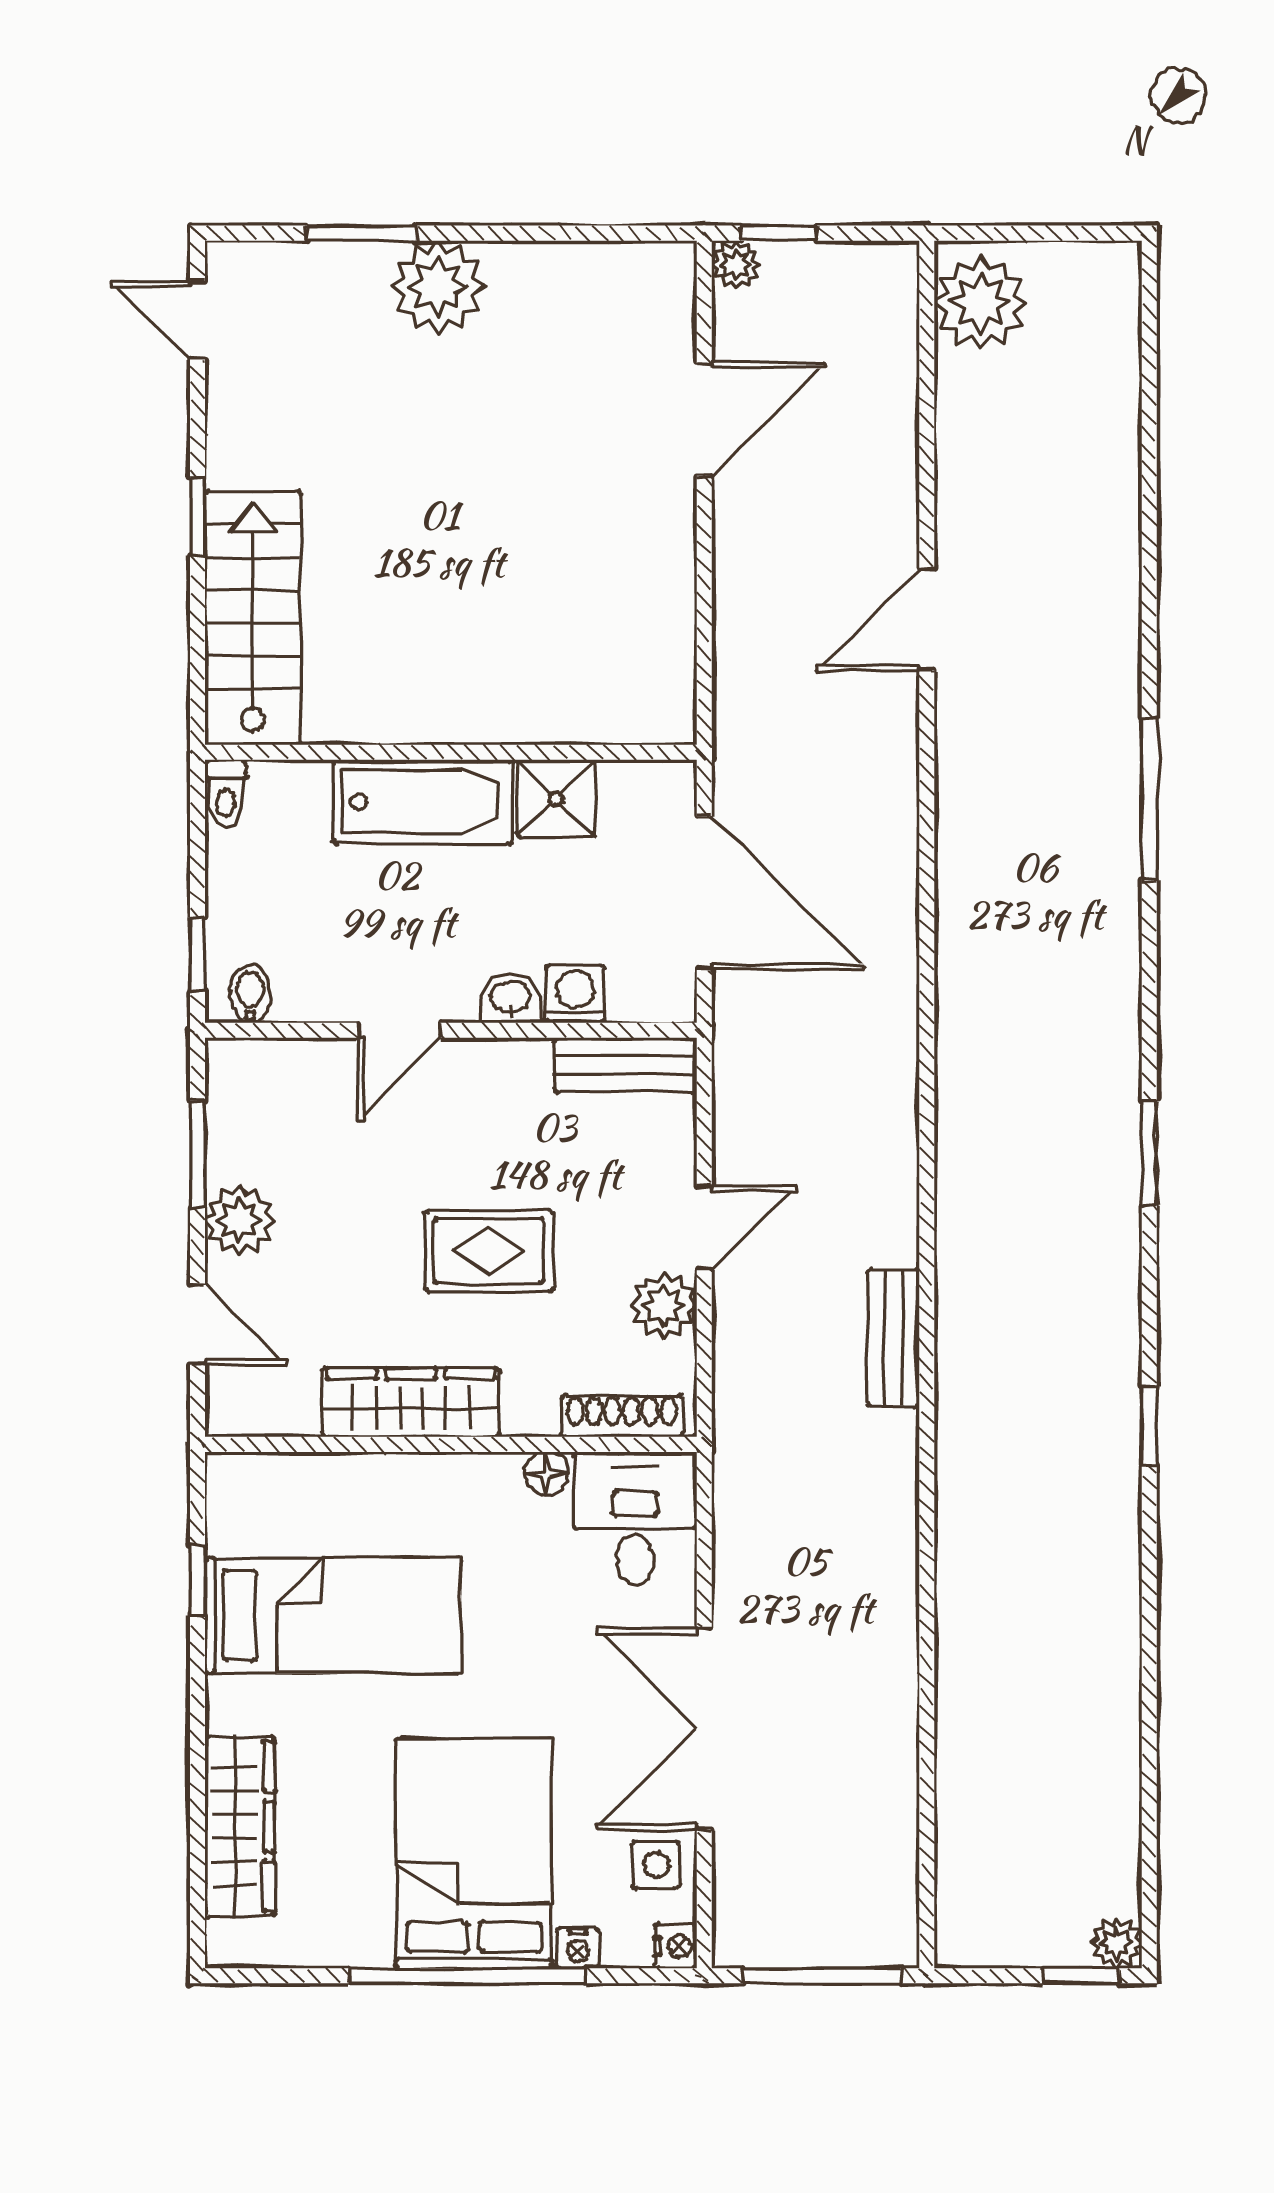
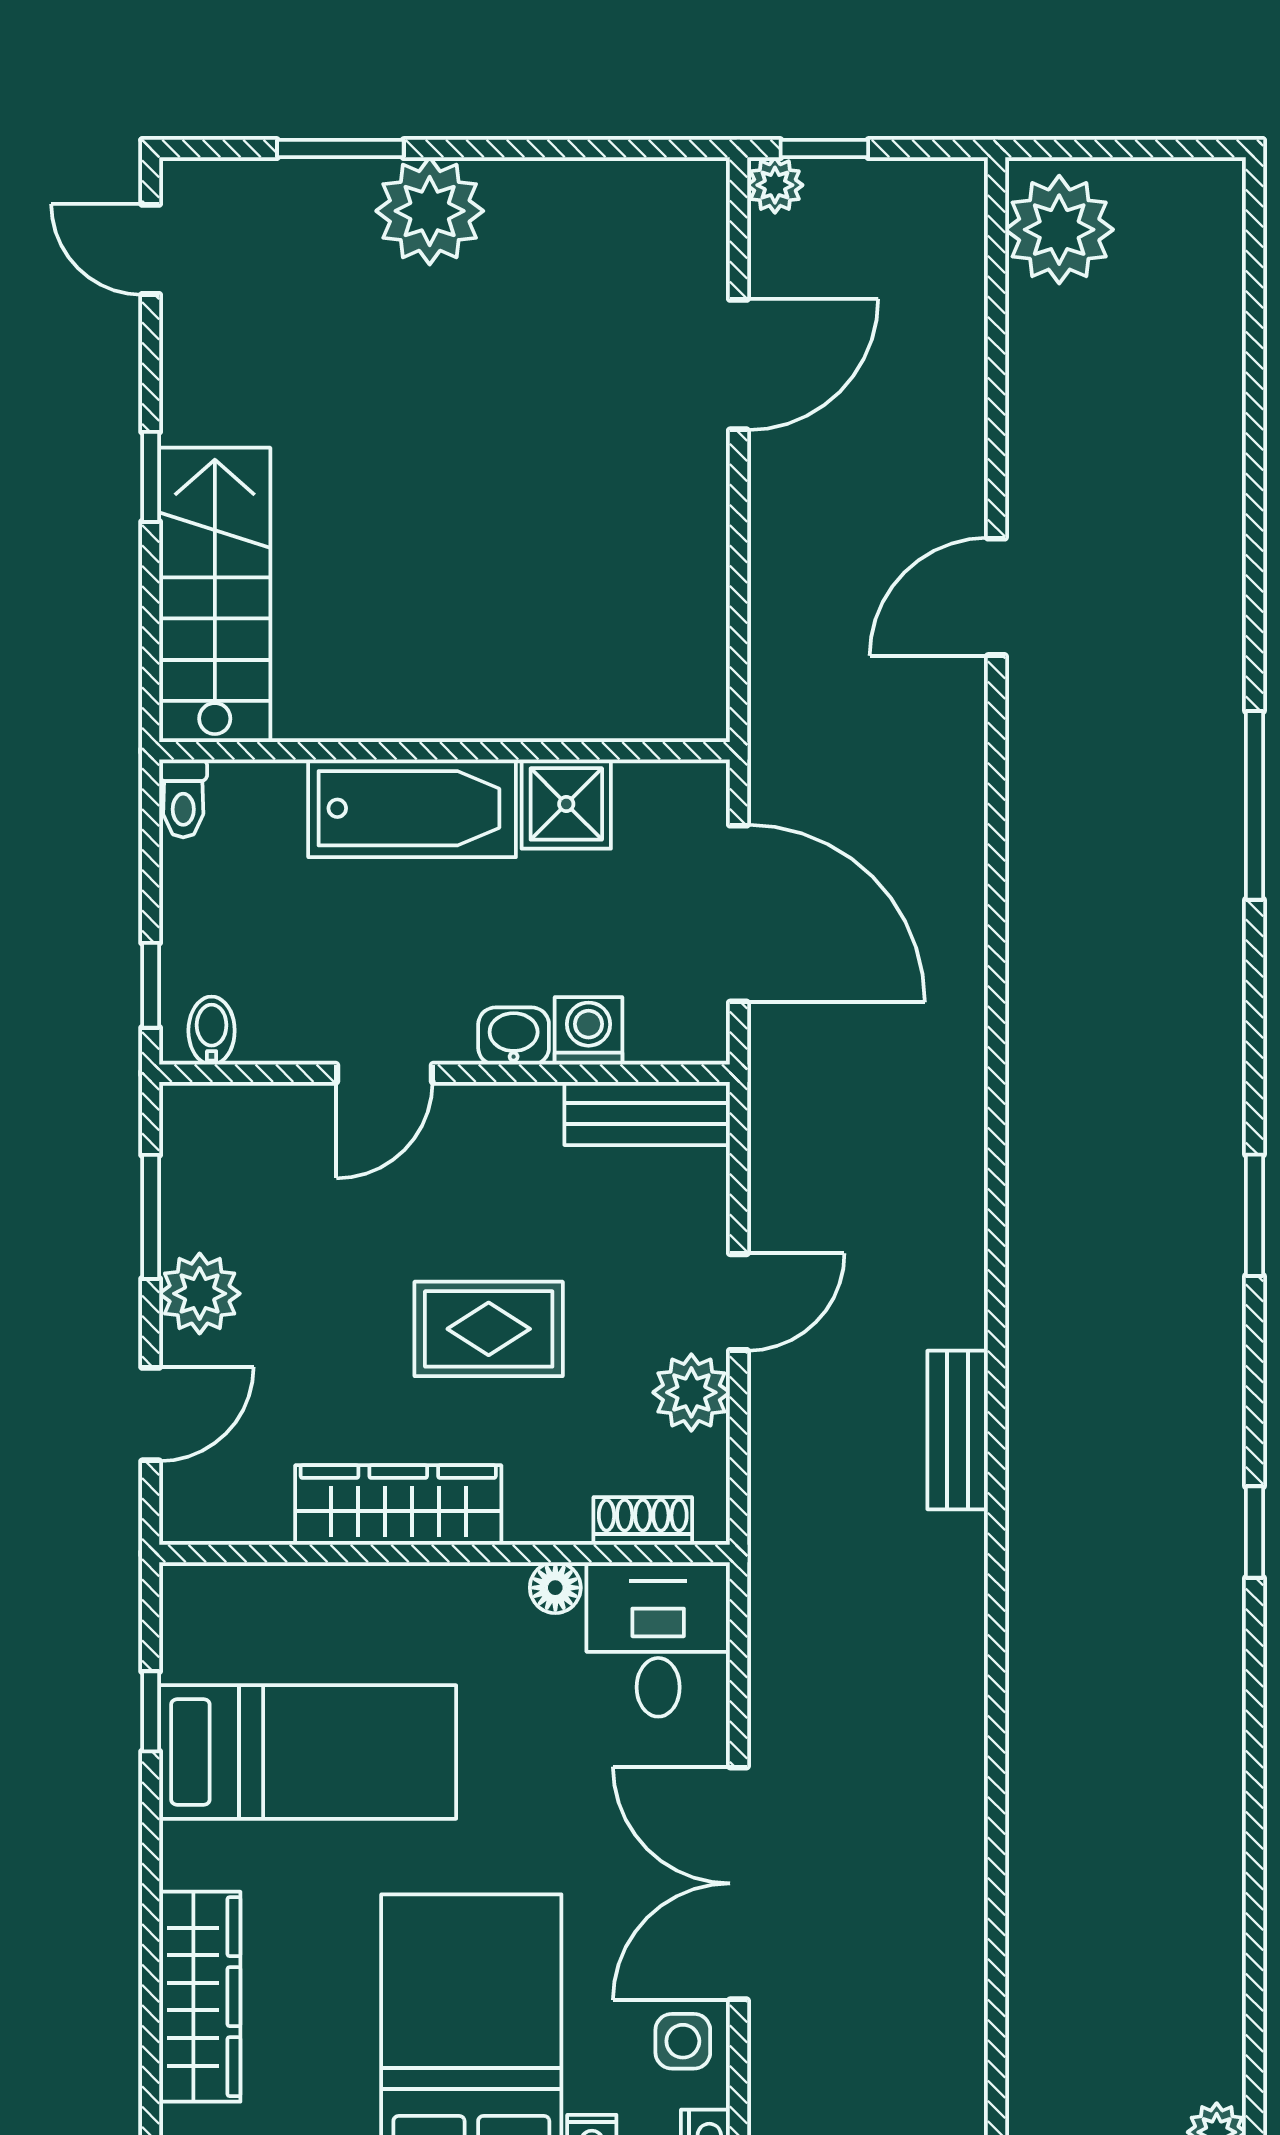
door: (197, 1324) -> (151, 1414), hinge flipped
shoe rack: (622, 1416) -> (643, 1521), width x0.70

